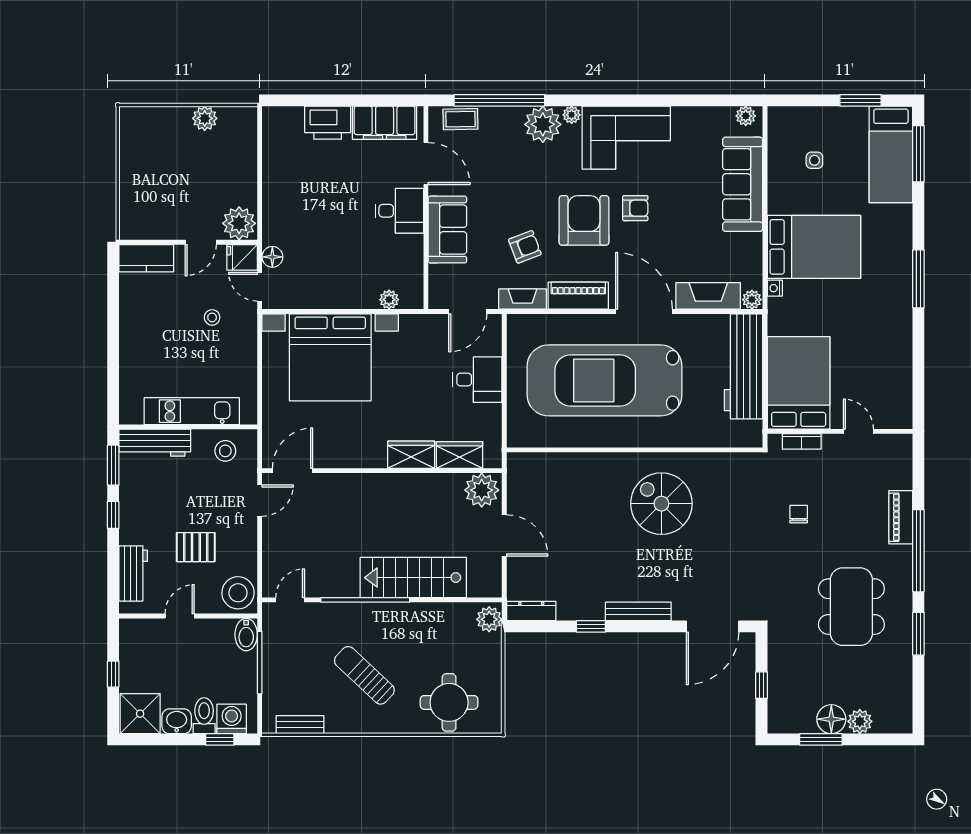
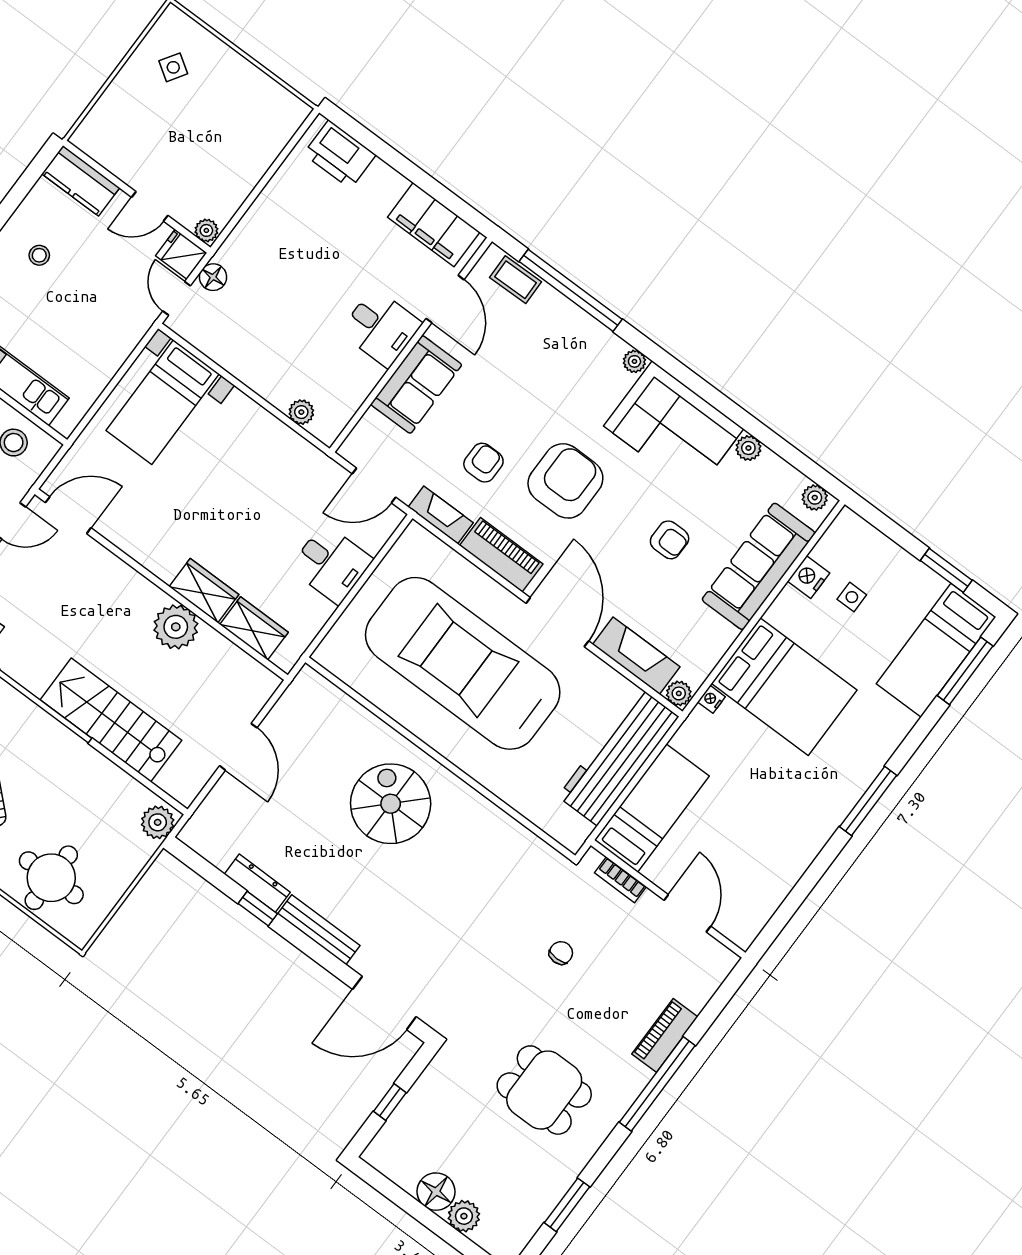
plant: (205, 118) -> (250, 81), removed
printer: (328, 123) -> (340, 154), moved
plant: (543, 124) -> (748, 448), moved, width x0.53, depth x0.53
side table: (151, 146) -> (173, 67), added
nightstand: (779, 168) -> (809, 577), added
armchair: (635, 208) -> (670, 540), moved
plant: (239, 223) -> (206, 230), width x0.53, depth x0.53
armchair: (525, 247) -> (483, 463), turned -69
stool: (212, 317) -> (39, 255), moved
bed with nightstands: (330, 357) -> (163, 402), width x0.54
bed: (799, 383) -> (652, 808), width x0.67
door: (858, 431) -> (687, 913), width x1.38
plant: (482, 490) -> (176, 627), moved
spiral stairs: (661, 504) -> (391, 804), moved
dining table: (851, 607) -> (544, 1090), width x0.73
dresser: (531, 611) -> (257, 883), moved
window: (918, 634) -> (567, 1205), moved
window: (821, 739) -> (409, 1205), removed

